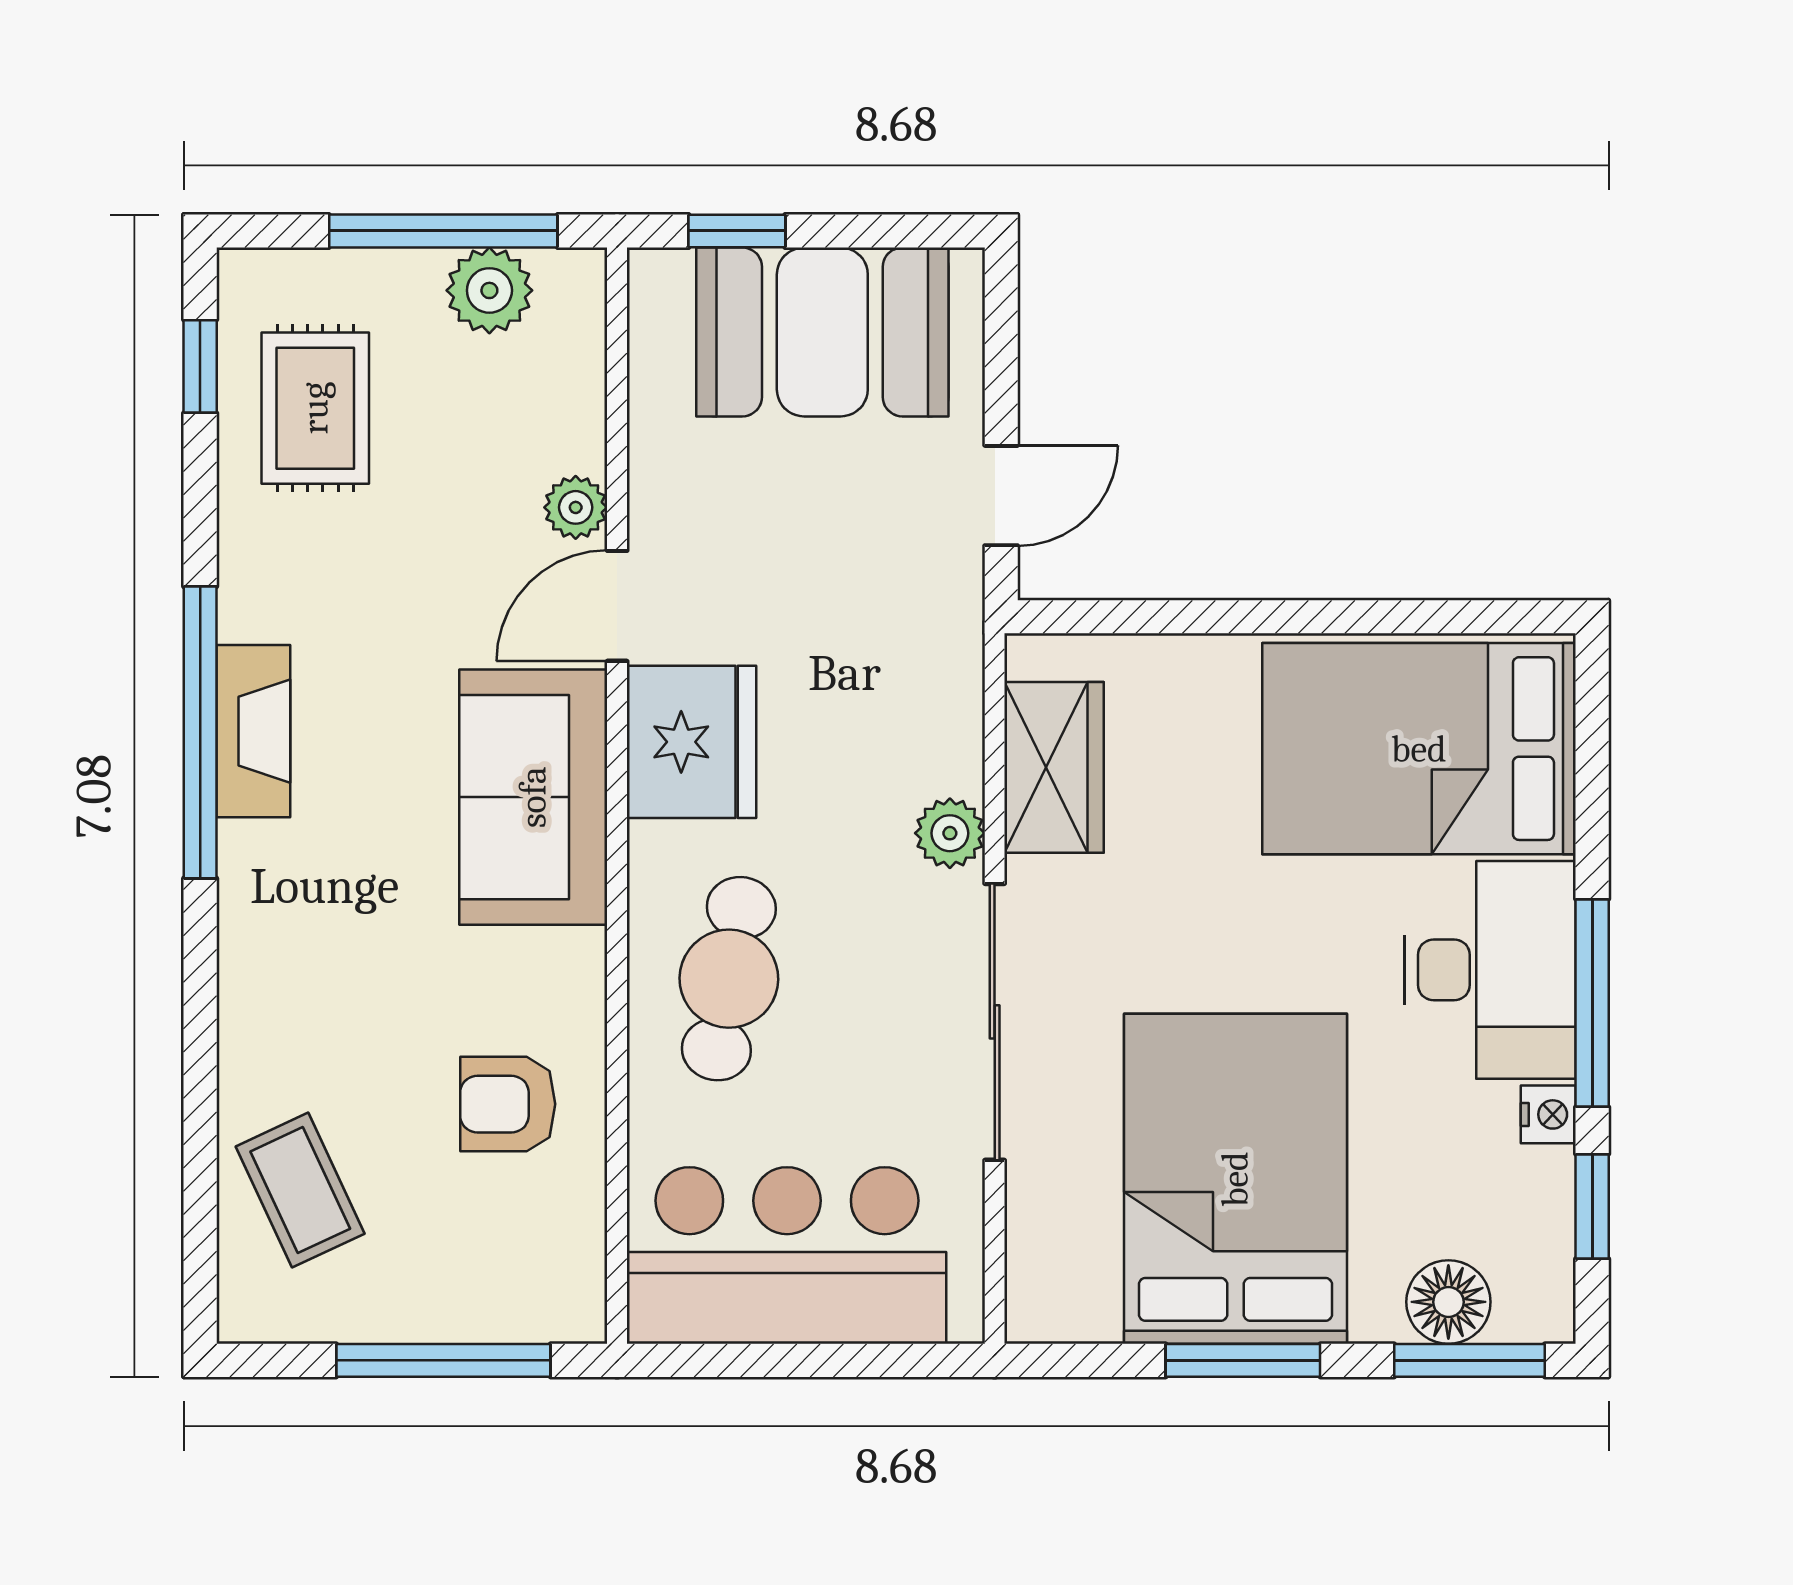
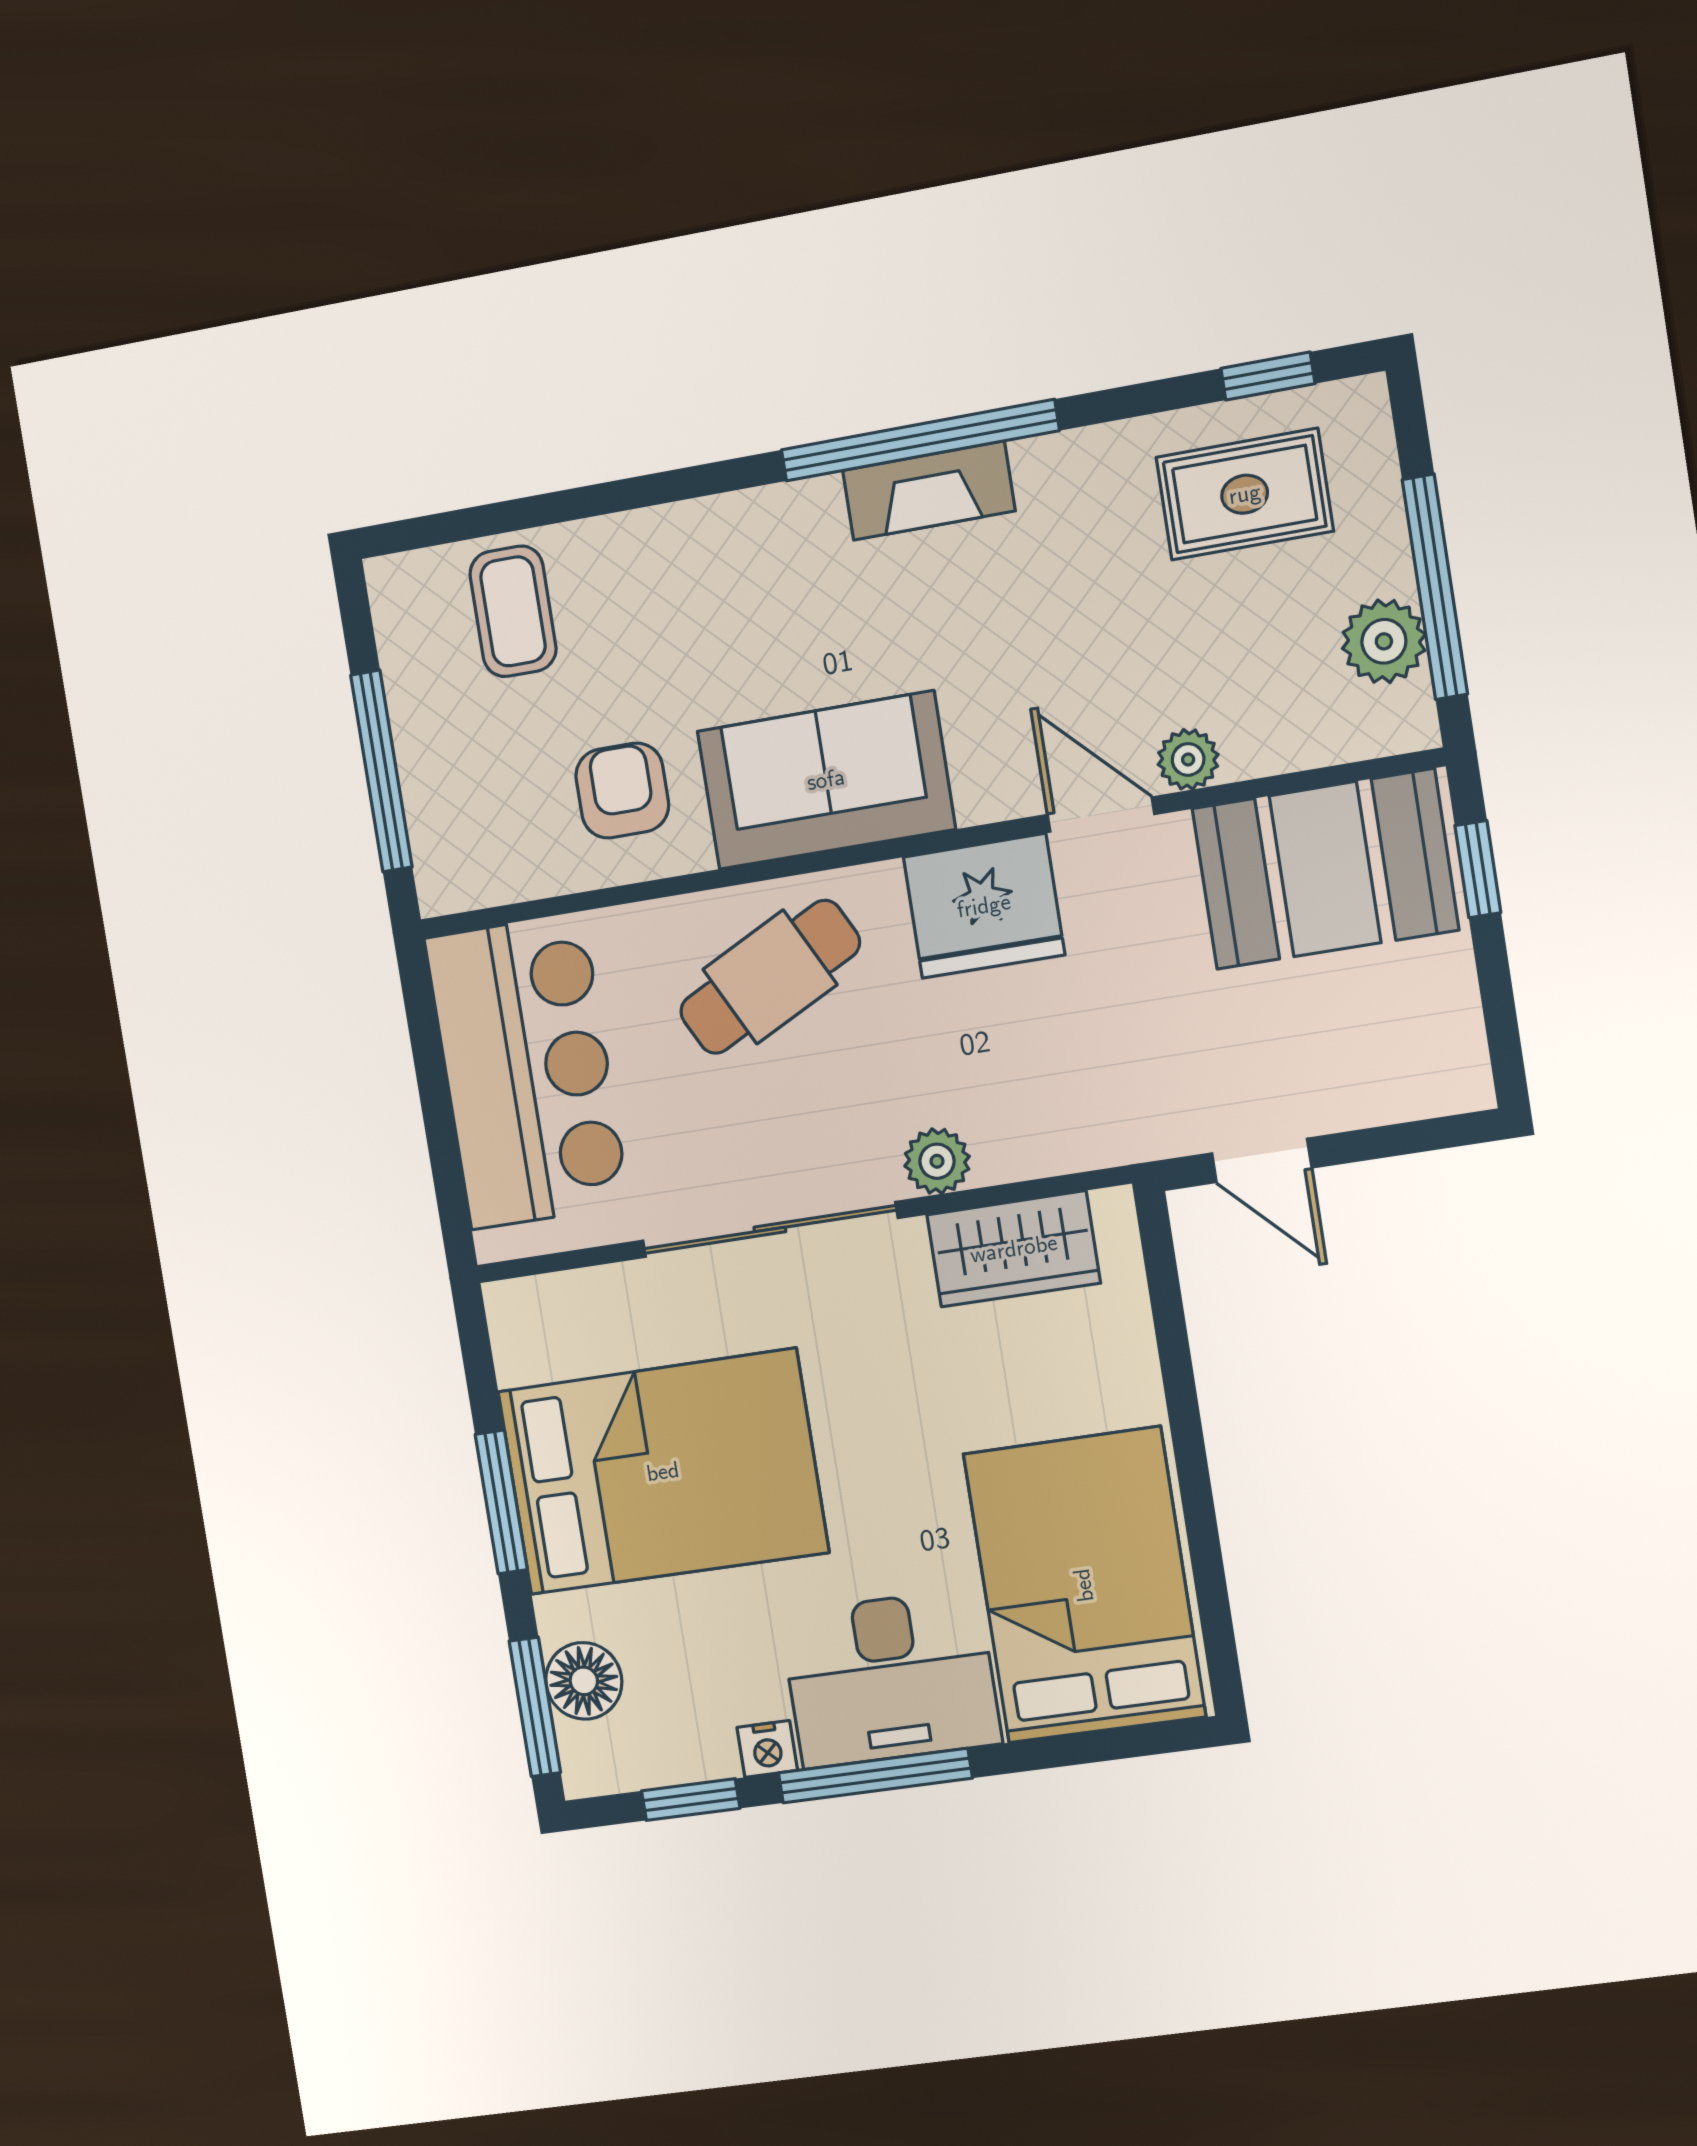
booth: (822, 332) -> (1325, 869), moved, turned 90
sofa: (533, 797) -> (826, 780), moved
cafe table: (729, 979) -> (770, 977), turned -37
coffee table: (300, 1190) -> (513, 611), turned -65

